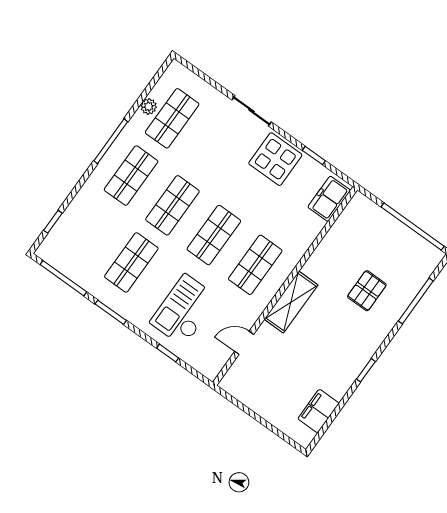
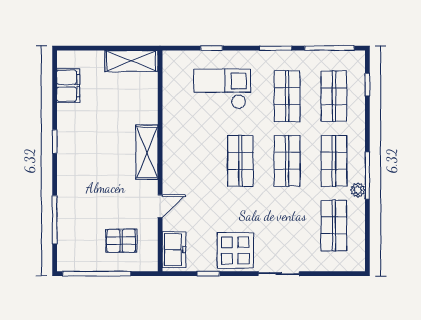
plant: (149, 106) -> (358, 190), moved
shop shelf: (255, 265) -> (334, 96), moved
pallet: (367, 291) -> (121, 241), moved, turned 90
checkout: (184, 310) -> (222, 89), turned -90
door: (244, 343) -> (160, 206), moved
shelving: (247, 393) -> (131, 61), added

